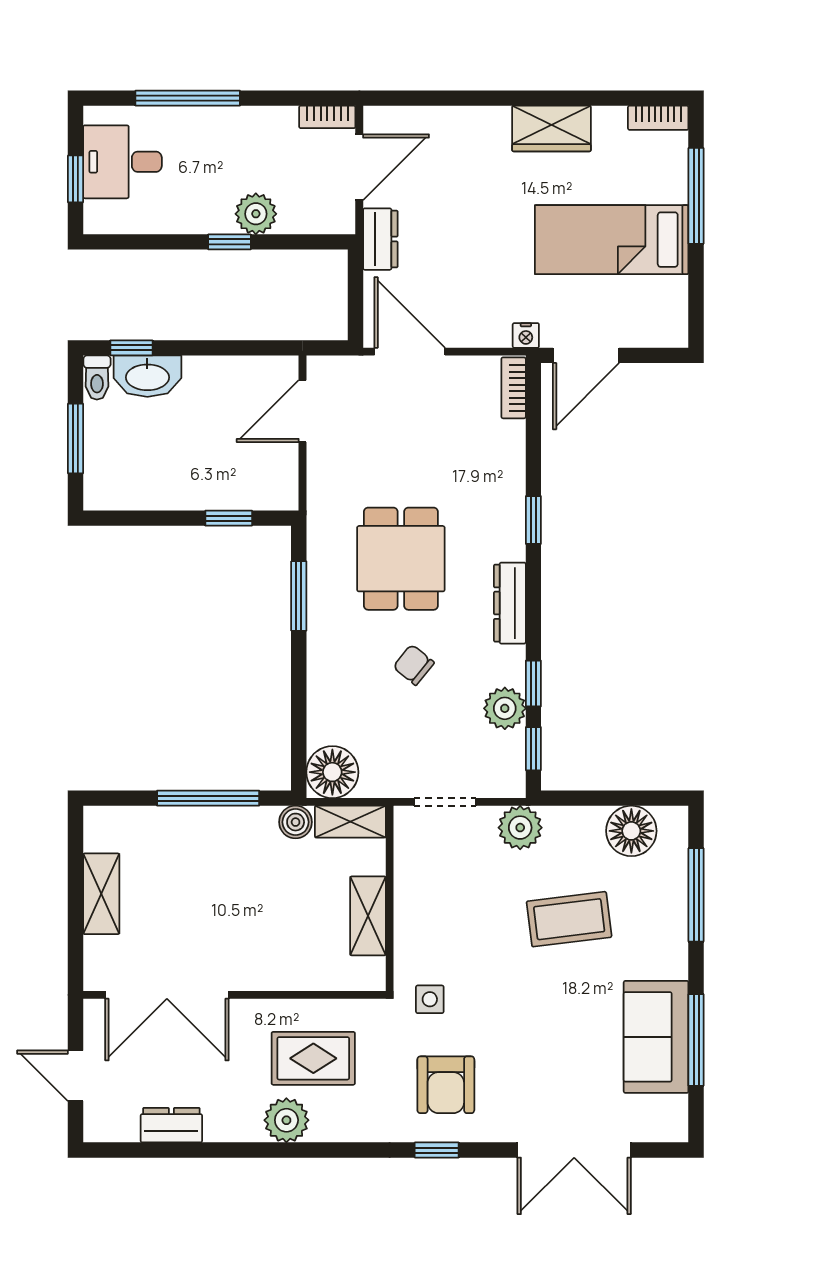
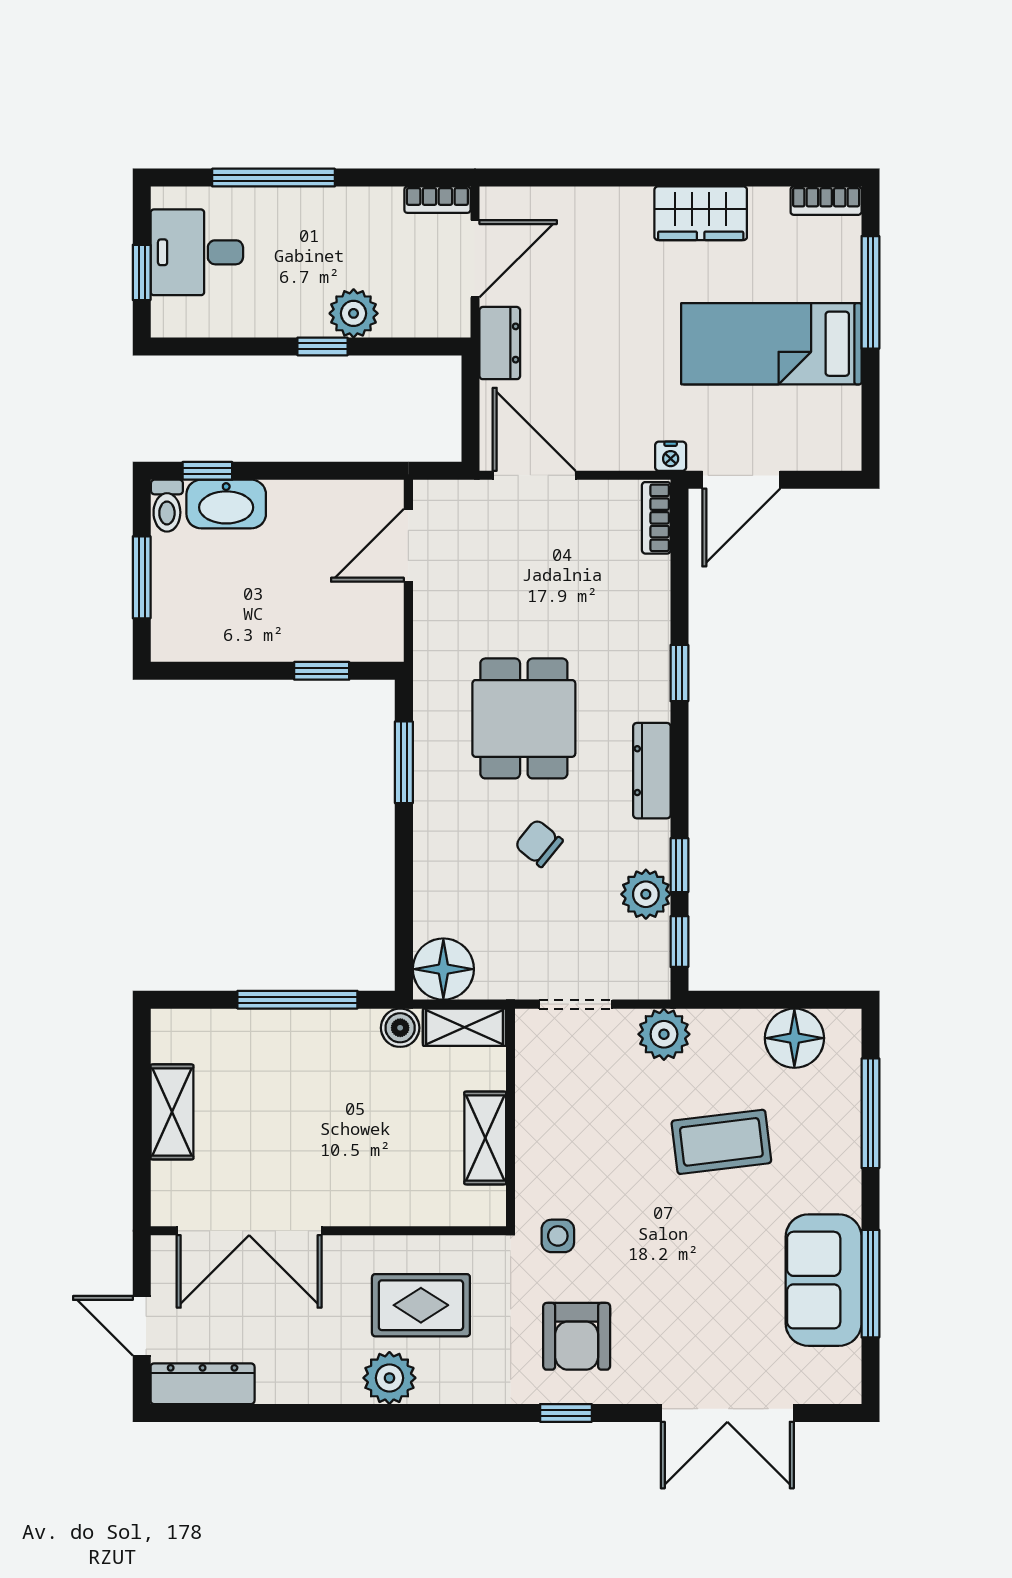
dresser: (171, 1125) -> (203, 1384), moved, width x1.44

